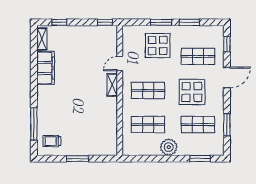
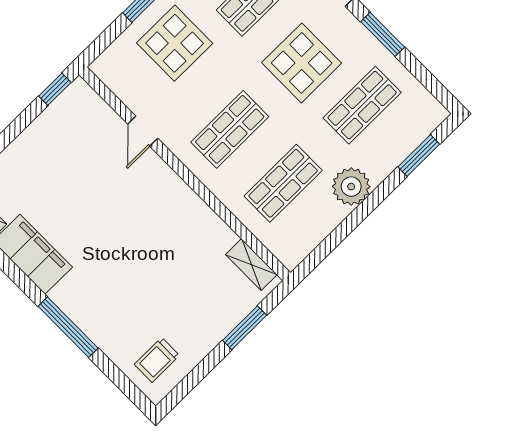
shelving: (112, 85) -> (251, 265), moved
window: (34, 124) -> (68, 327), moved
window: (227, 125) -> (383, 34), moved
window: (78, 159) -> (245, 328), moved

